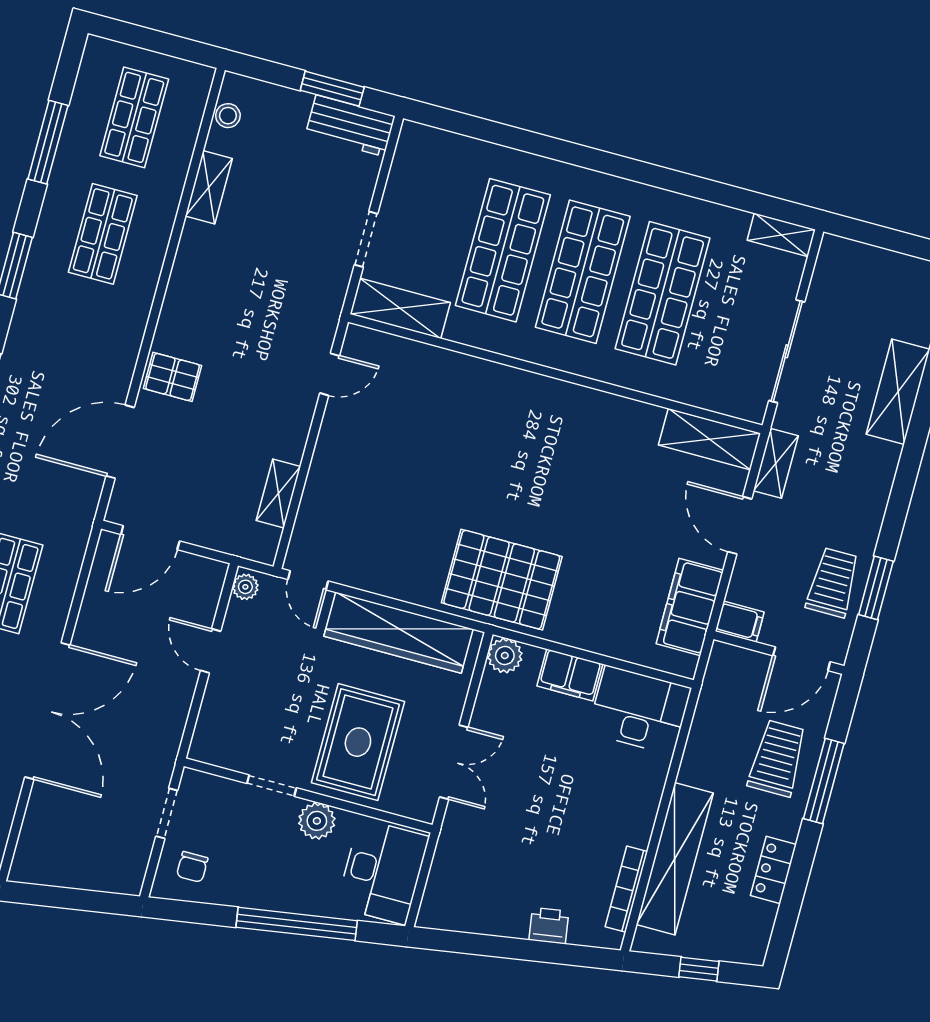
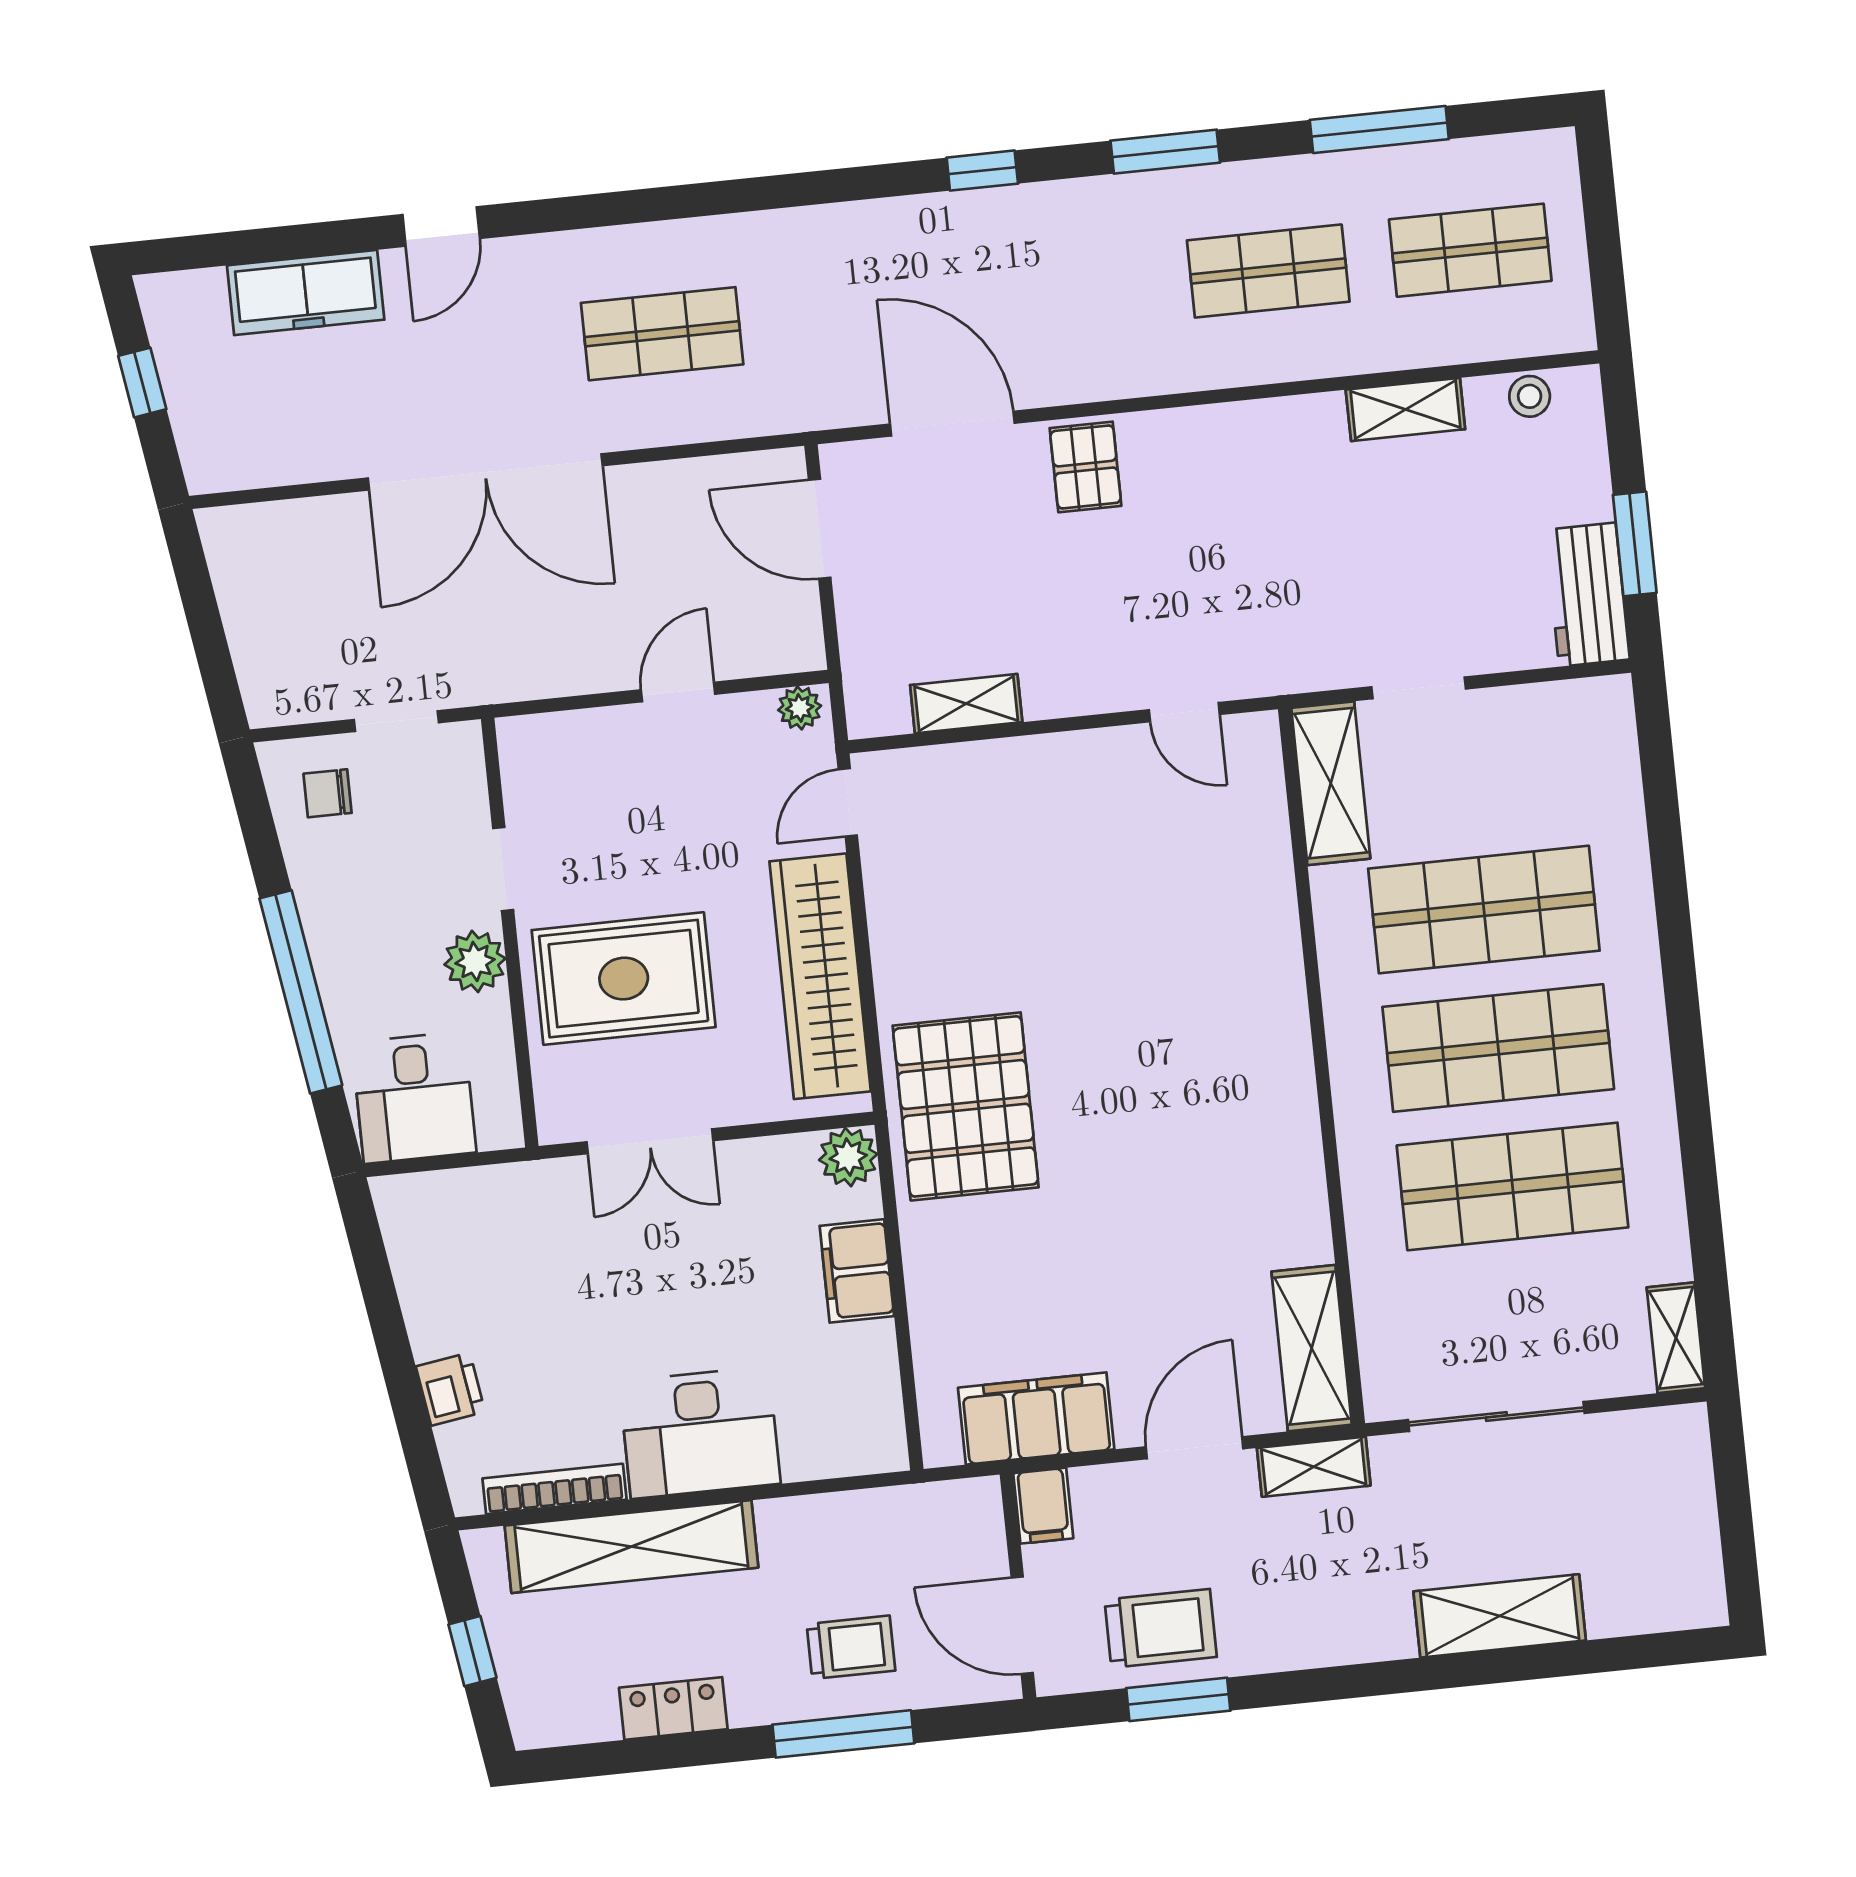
desk: (639, 710) -> (700, 1433), moved, turned 90
trolley: (777, 758) -> (851, 1647), width x0.73, depth x0.72
desk: (383, 872) -> (414, 1098), width x0.73

